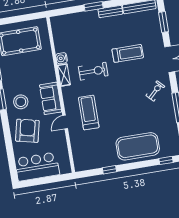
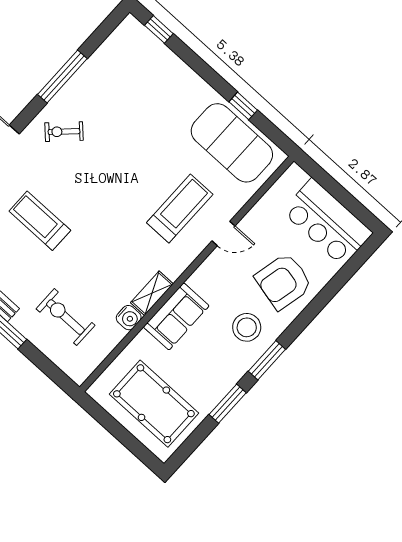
exercise bike: (93, 71) -> (65, 317), moved
sofa: (51, 98) -> (176, 316), moved
treadmill: (89, 113) -> (180, 209), turned 180
exercise mat: (138, 146) -> (232, 143), moved

